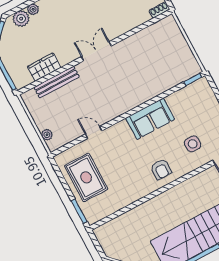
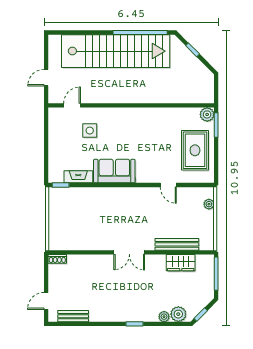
fireplace: (180, 96) -> (78, 177), added
armchair: (161, 169) -> (128, 123), removed
plant: (93, 216) -> (207, 114), added

